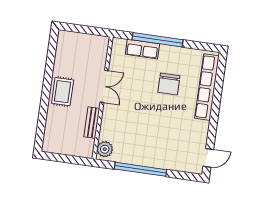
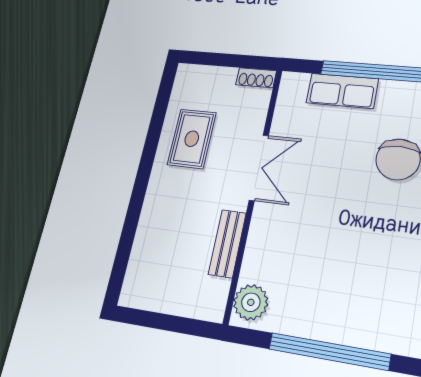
shoe rack: (100, 40) -> (256, 78), added
rug: (63, 92) -> (192, 139), moved

